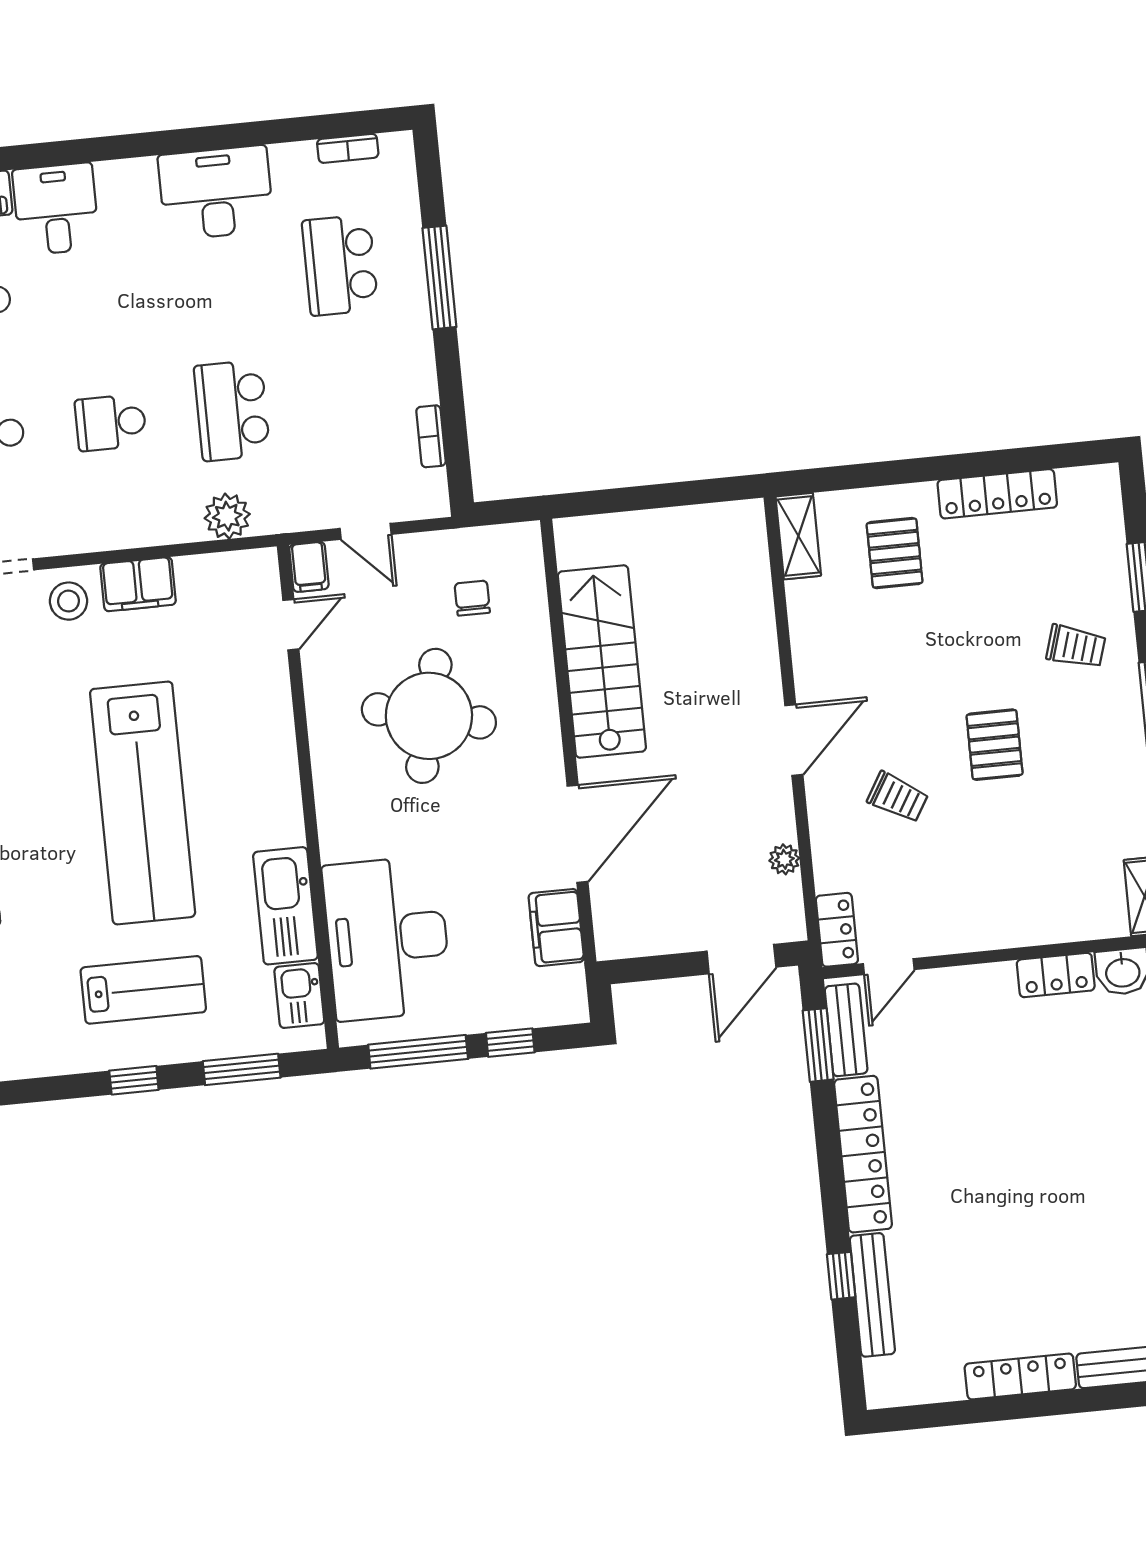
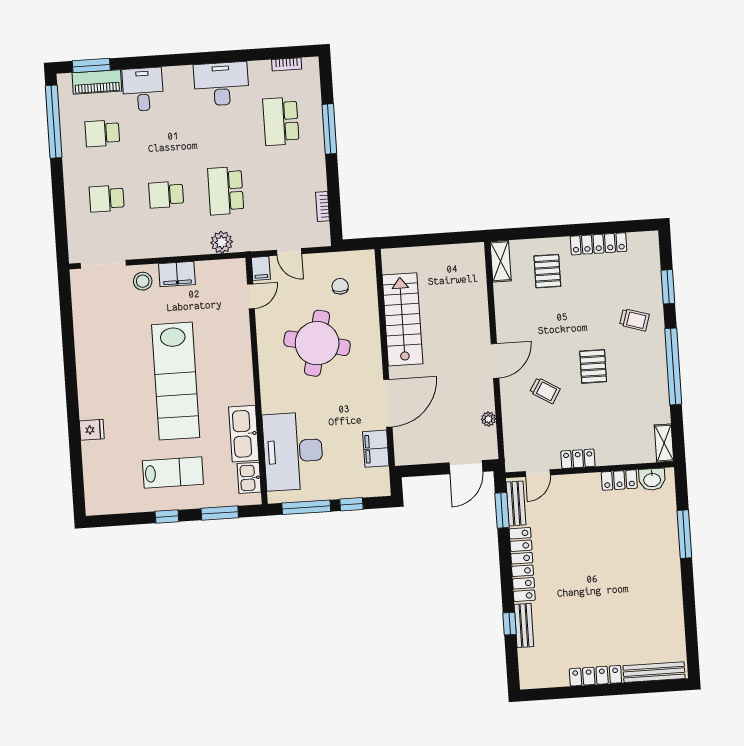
locker: (837, 930) -> (578, 459), moved, turned -90
bench: (872, 1295) -> (524, 626), width x0.73

